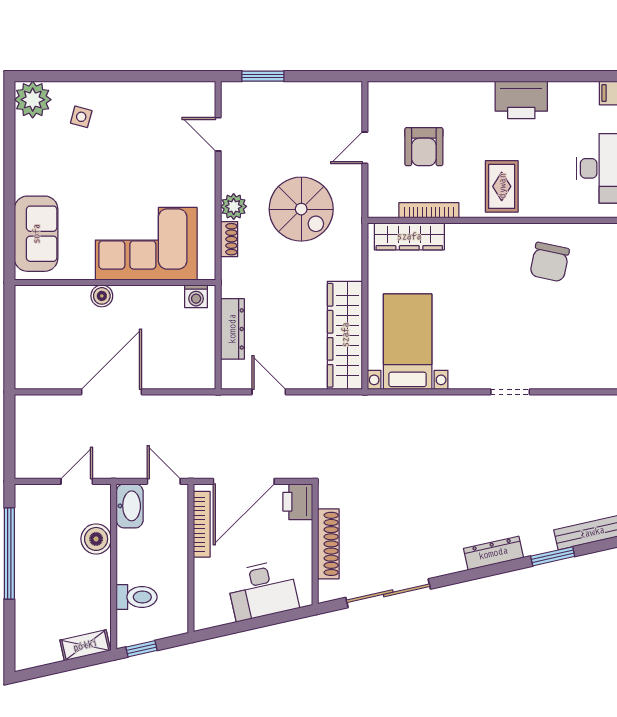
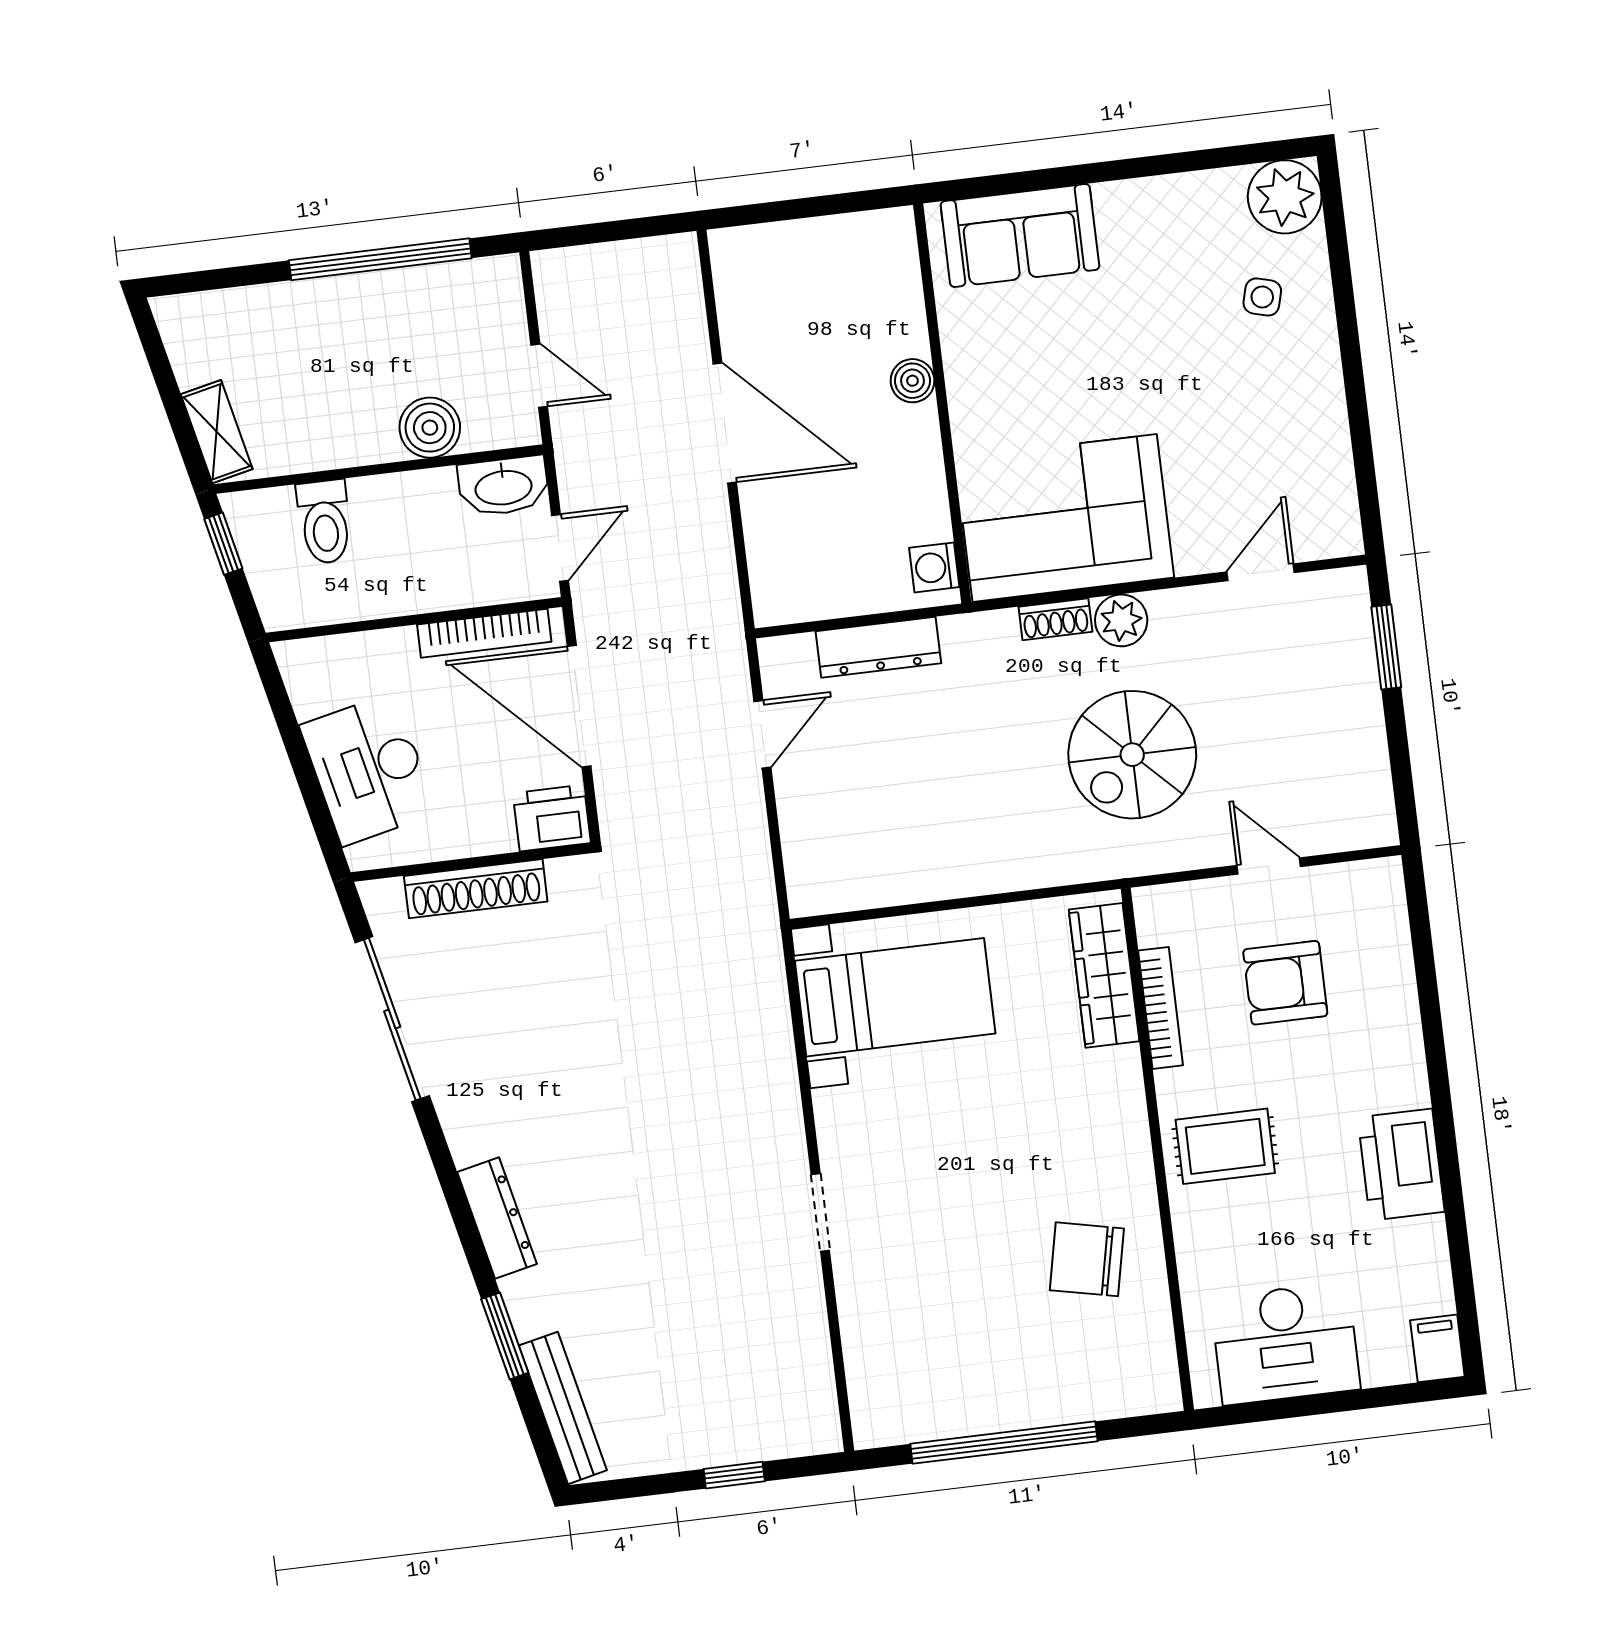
corner sofa: (146, 244) -> (1065, 518), moved, turned -90
wardrobe: (345, 335) -> (893, 871), removed

